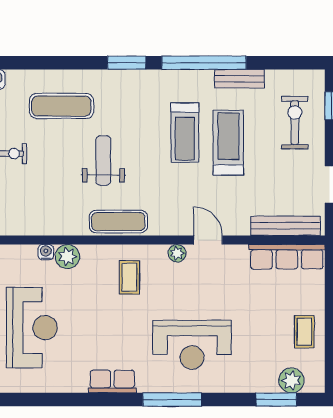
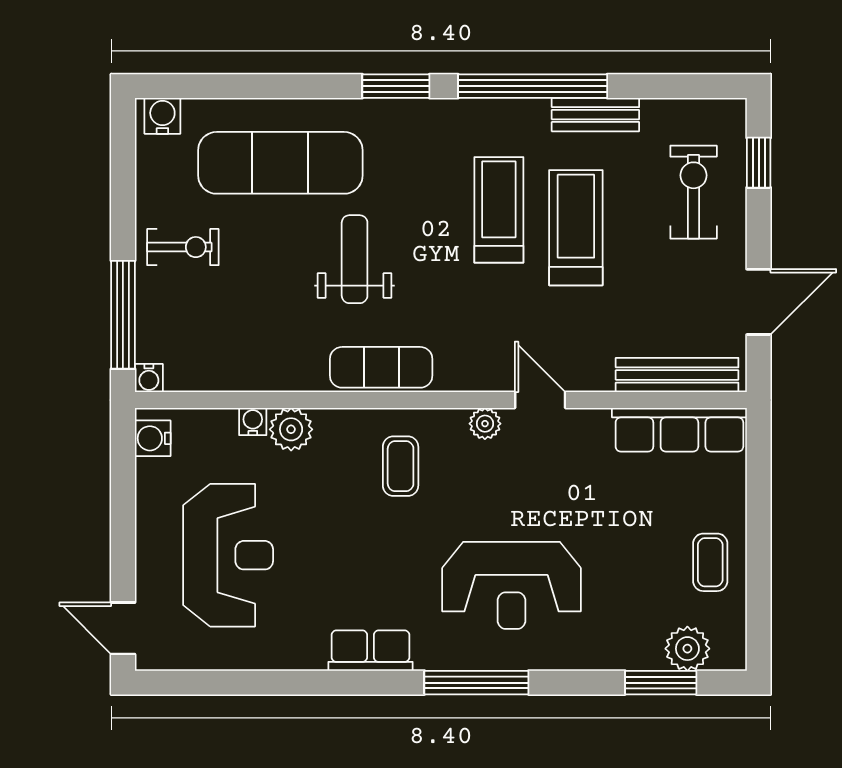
exercise mat: (61, 106) -> (280, 163), width x1.36, depth x1.45
treadmill: (185, 133) -> (499, 210), turned 180

